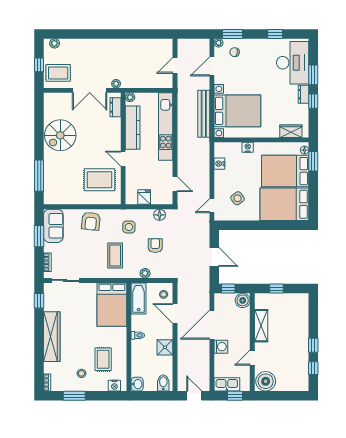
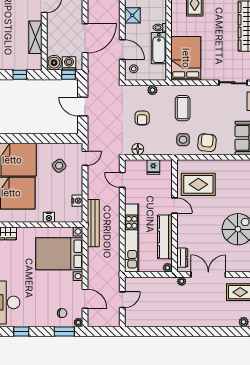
door: (212, 66) -> (85, 299), hinge flipped
bench: (204, 114) -> (93, 223), moved
side table: (129, 227) -> (183, 140), moved
bathtub: (139, 298) -> (159, 48), moved
washing machine: (221, 347) -> (69, 63), moved, turned 90

